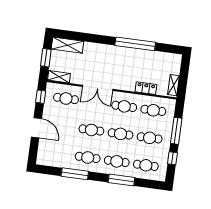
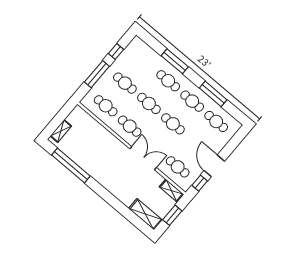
window: (135, 44) -> (71, 165), moved
shelving: (174, 85) -> (61, 131), moved
locker: (146, 88) -> (100, 130), removed
door: (36, 128) -> (214, 166), moved
cafe table: (146, 165) -> (216, 121), moved

